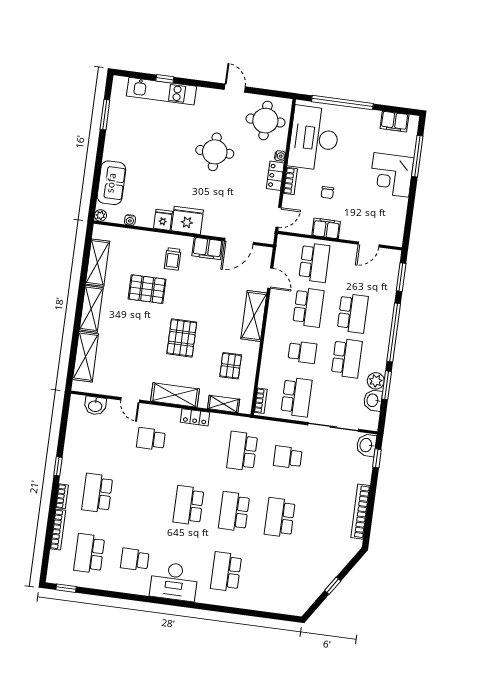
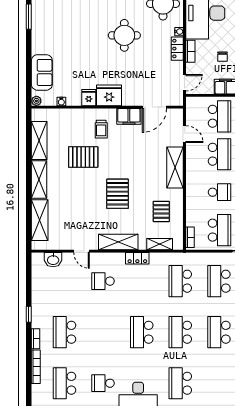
school desk: (288, 457) -> (219, 281), width x1.85

